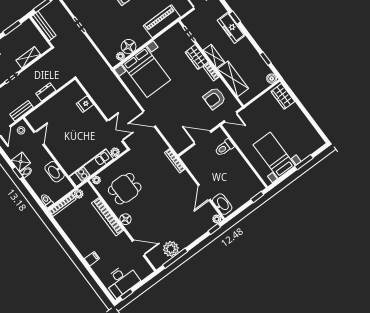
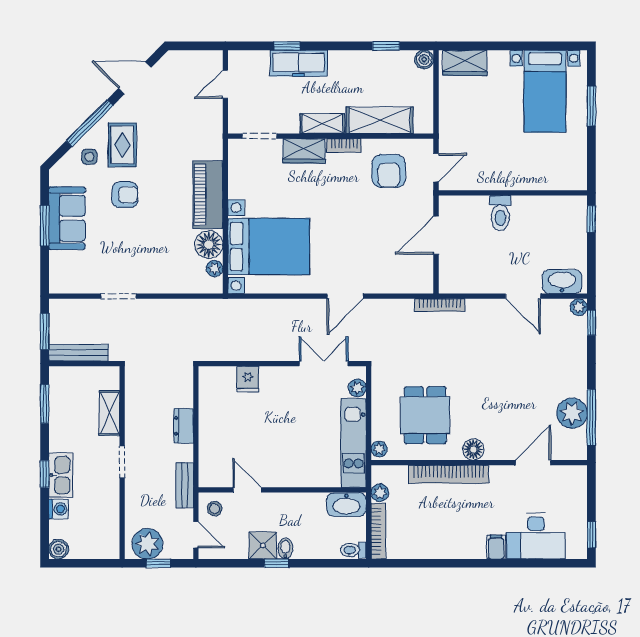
piano: (162, 21) -> (208, 195), moved
toilet: (224, 148) -> (500, 213), moved
bed with nightstands: (274, 155) -> (545, 91), moved, turned -90
washbasin: (55, 172) -> (346, 504), moved
desk: (122, 280) -> (536, 536), moved, turned 90

